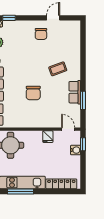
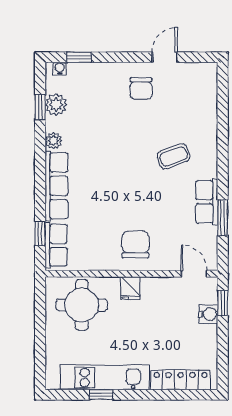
chair: (33, 93) -> (135, 245), moved, turned 180
fridge: (48, 137) -> (130, 288), moved
window: (20, 192) -> (101, 395), width x0.46

